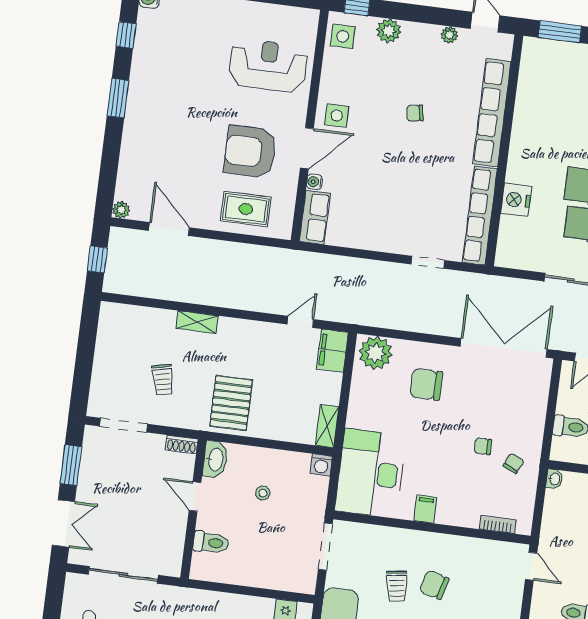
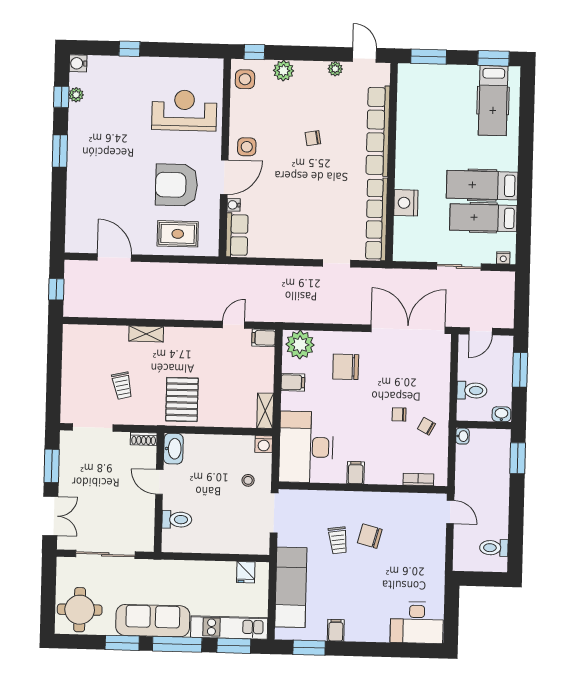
plant: (121, 210) -> (76, 95), moved
filing cabinet: (332, 351) -> (264, 338), width x0.50
filing cabinet: (363, 396) -> (293, 382), added
chair: (514, 463) -> (426, 426), turned -87
stool: (263, 493) -> (248, 480), moved

